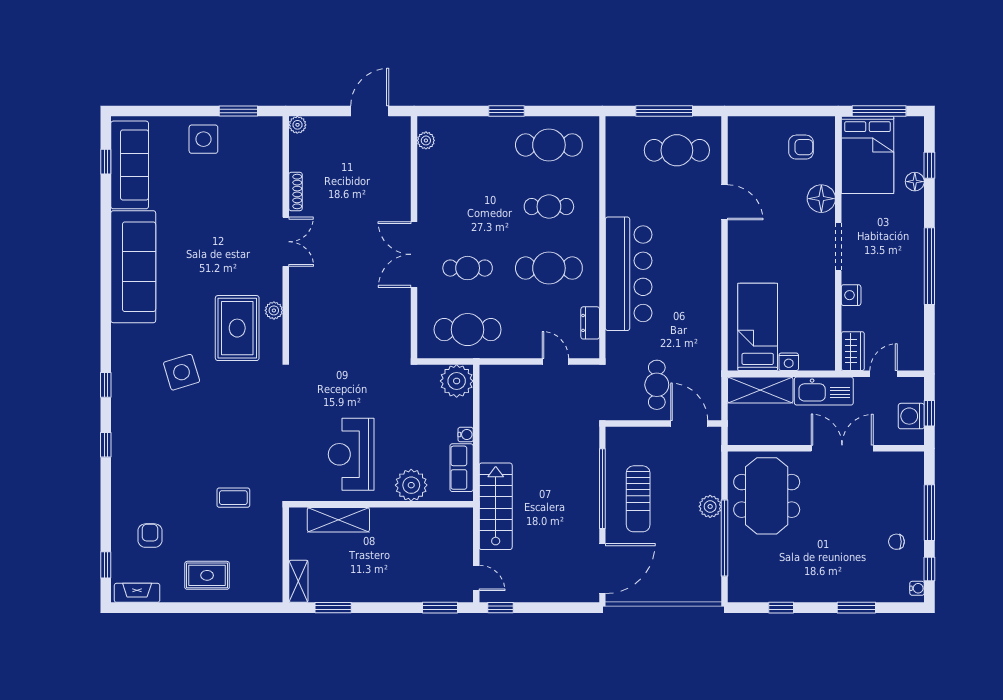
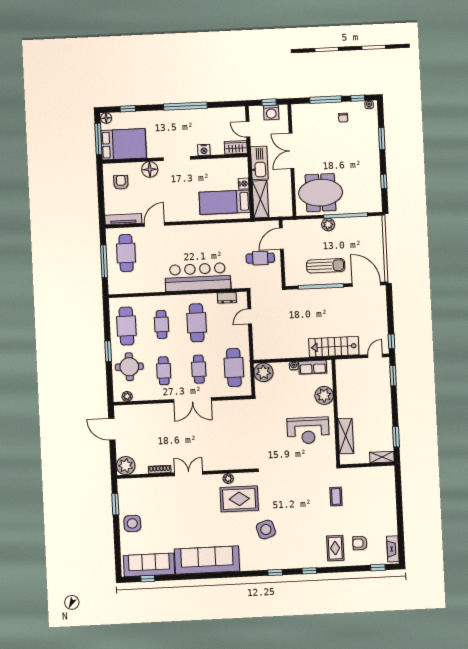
plant: (297, 125) -> (126, 466), width x1.87, depth x1.87
round table: (478, 147) -> (129, 367), added
tv unit: (736, 148) -> (123, 219), added
floor lamp: (915, 182) -> (106, 118), moved
cafe table: (468, 207) -> (164, 371), added
rug: (207, 575) -> (335, 548), moved

